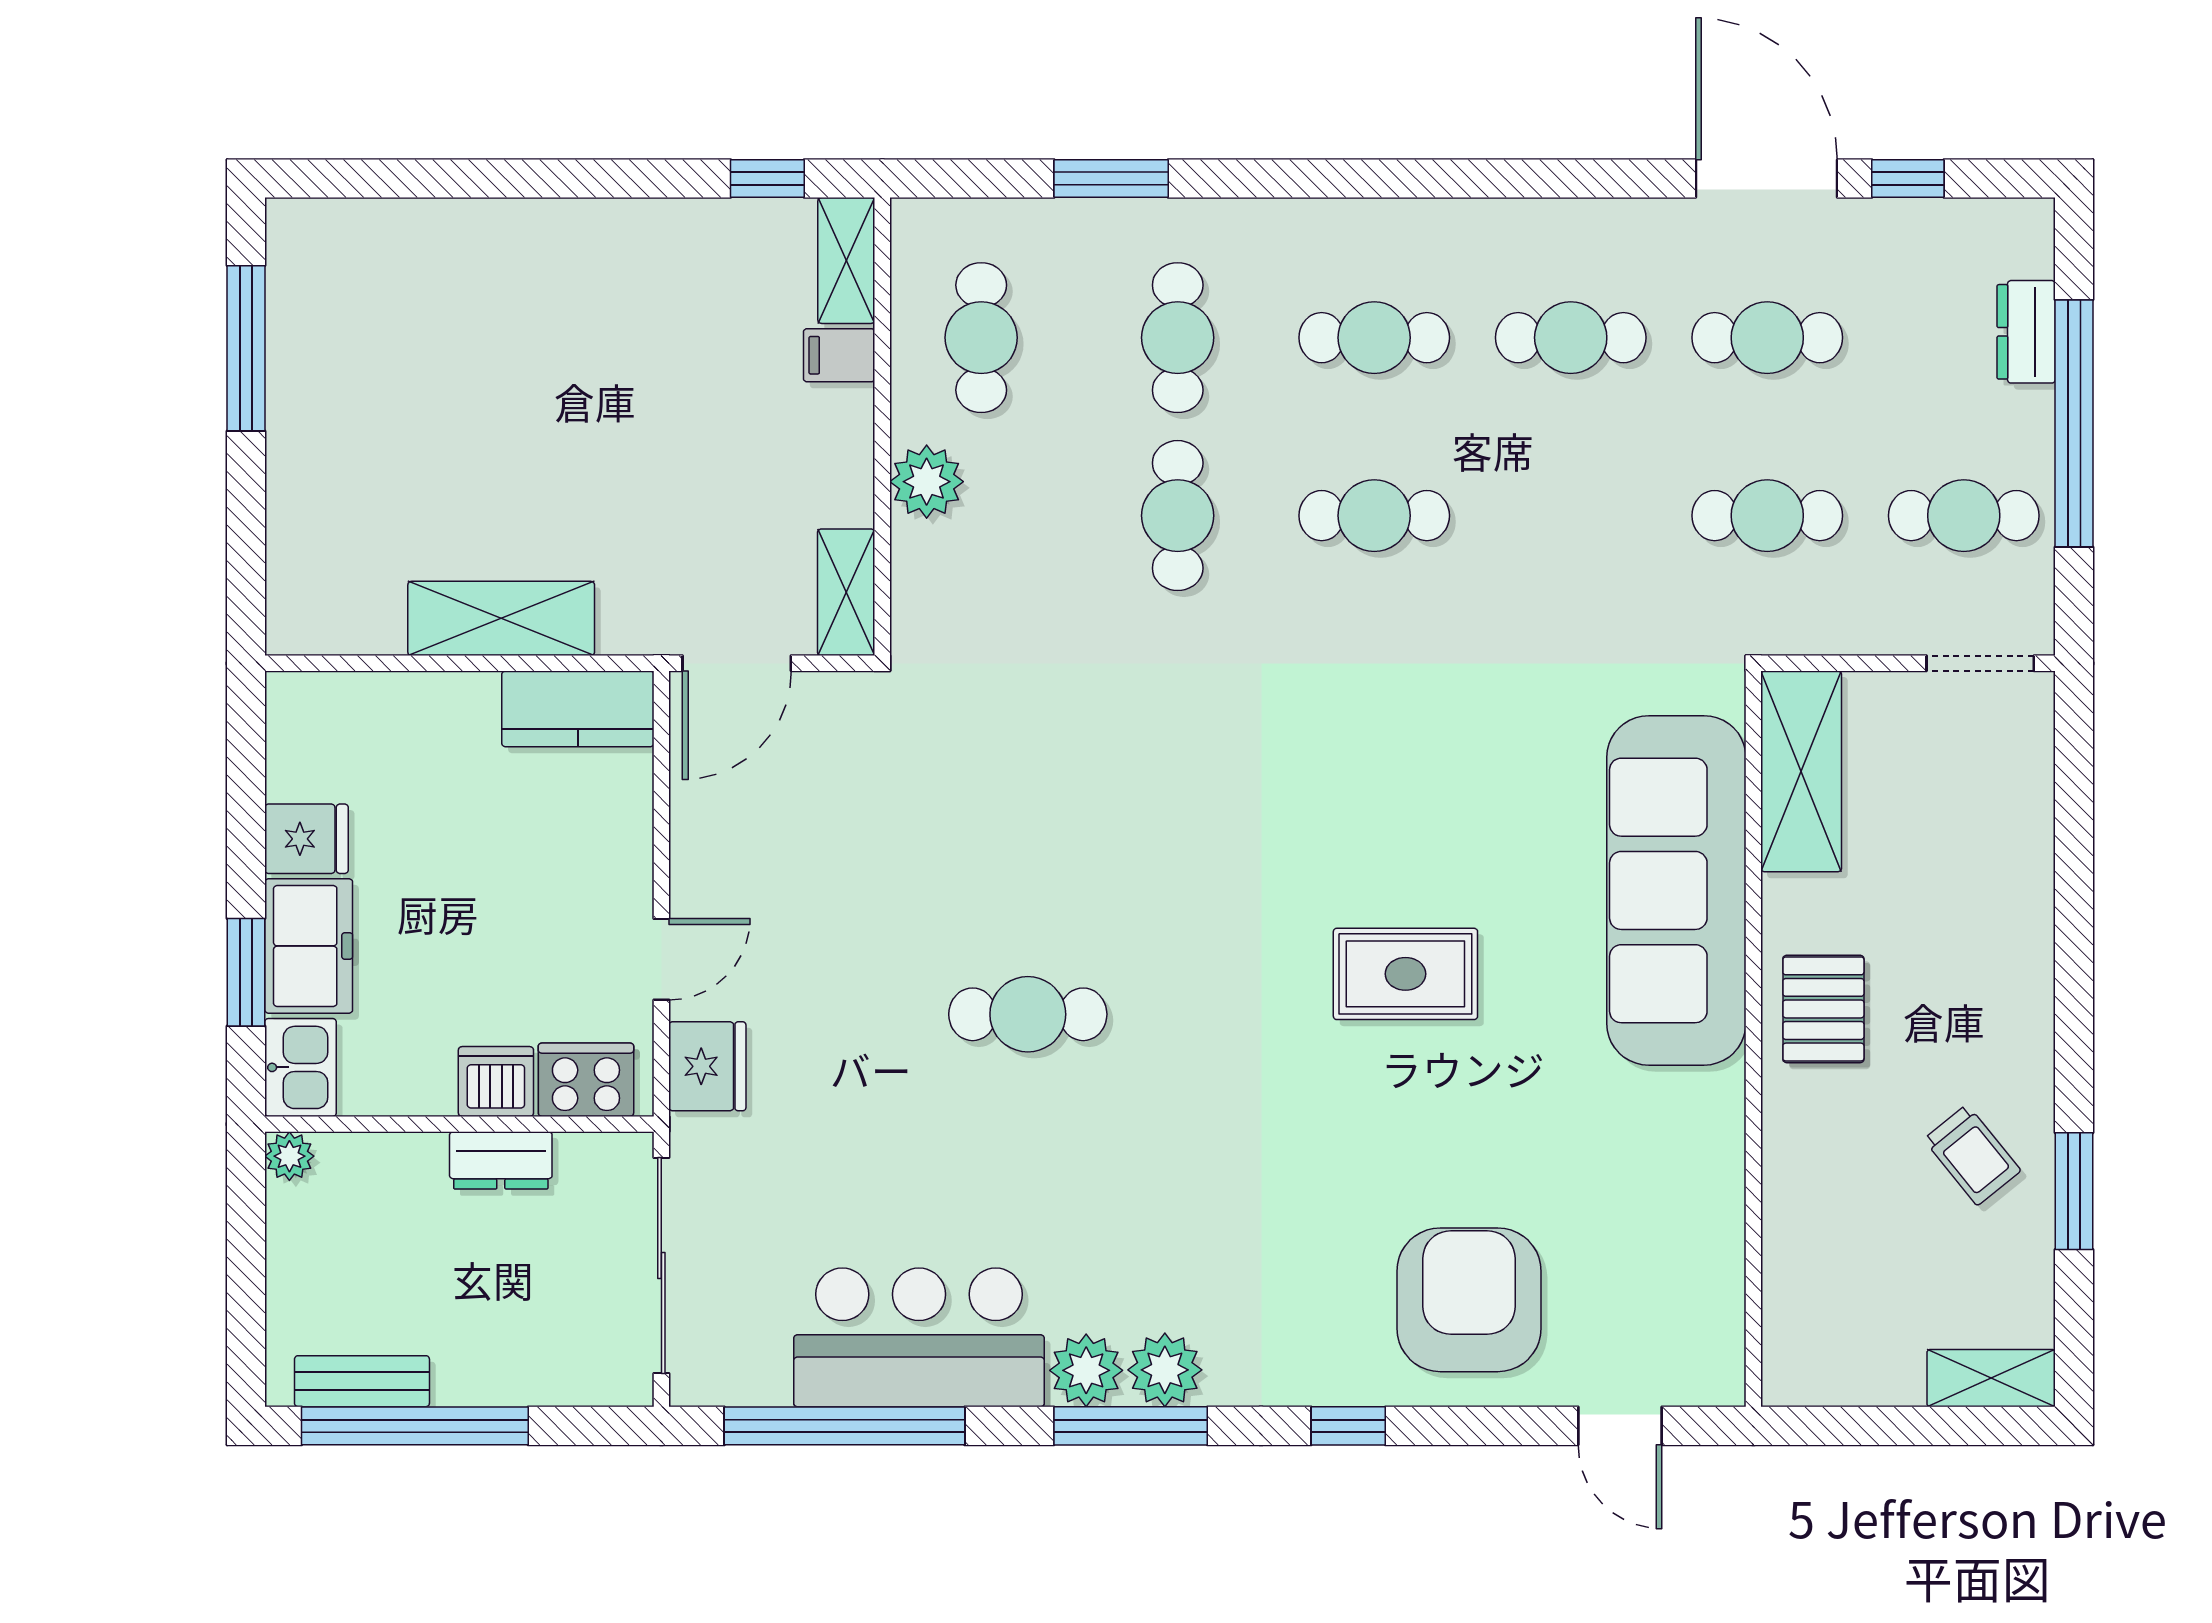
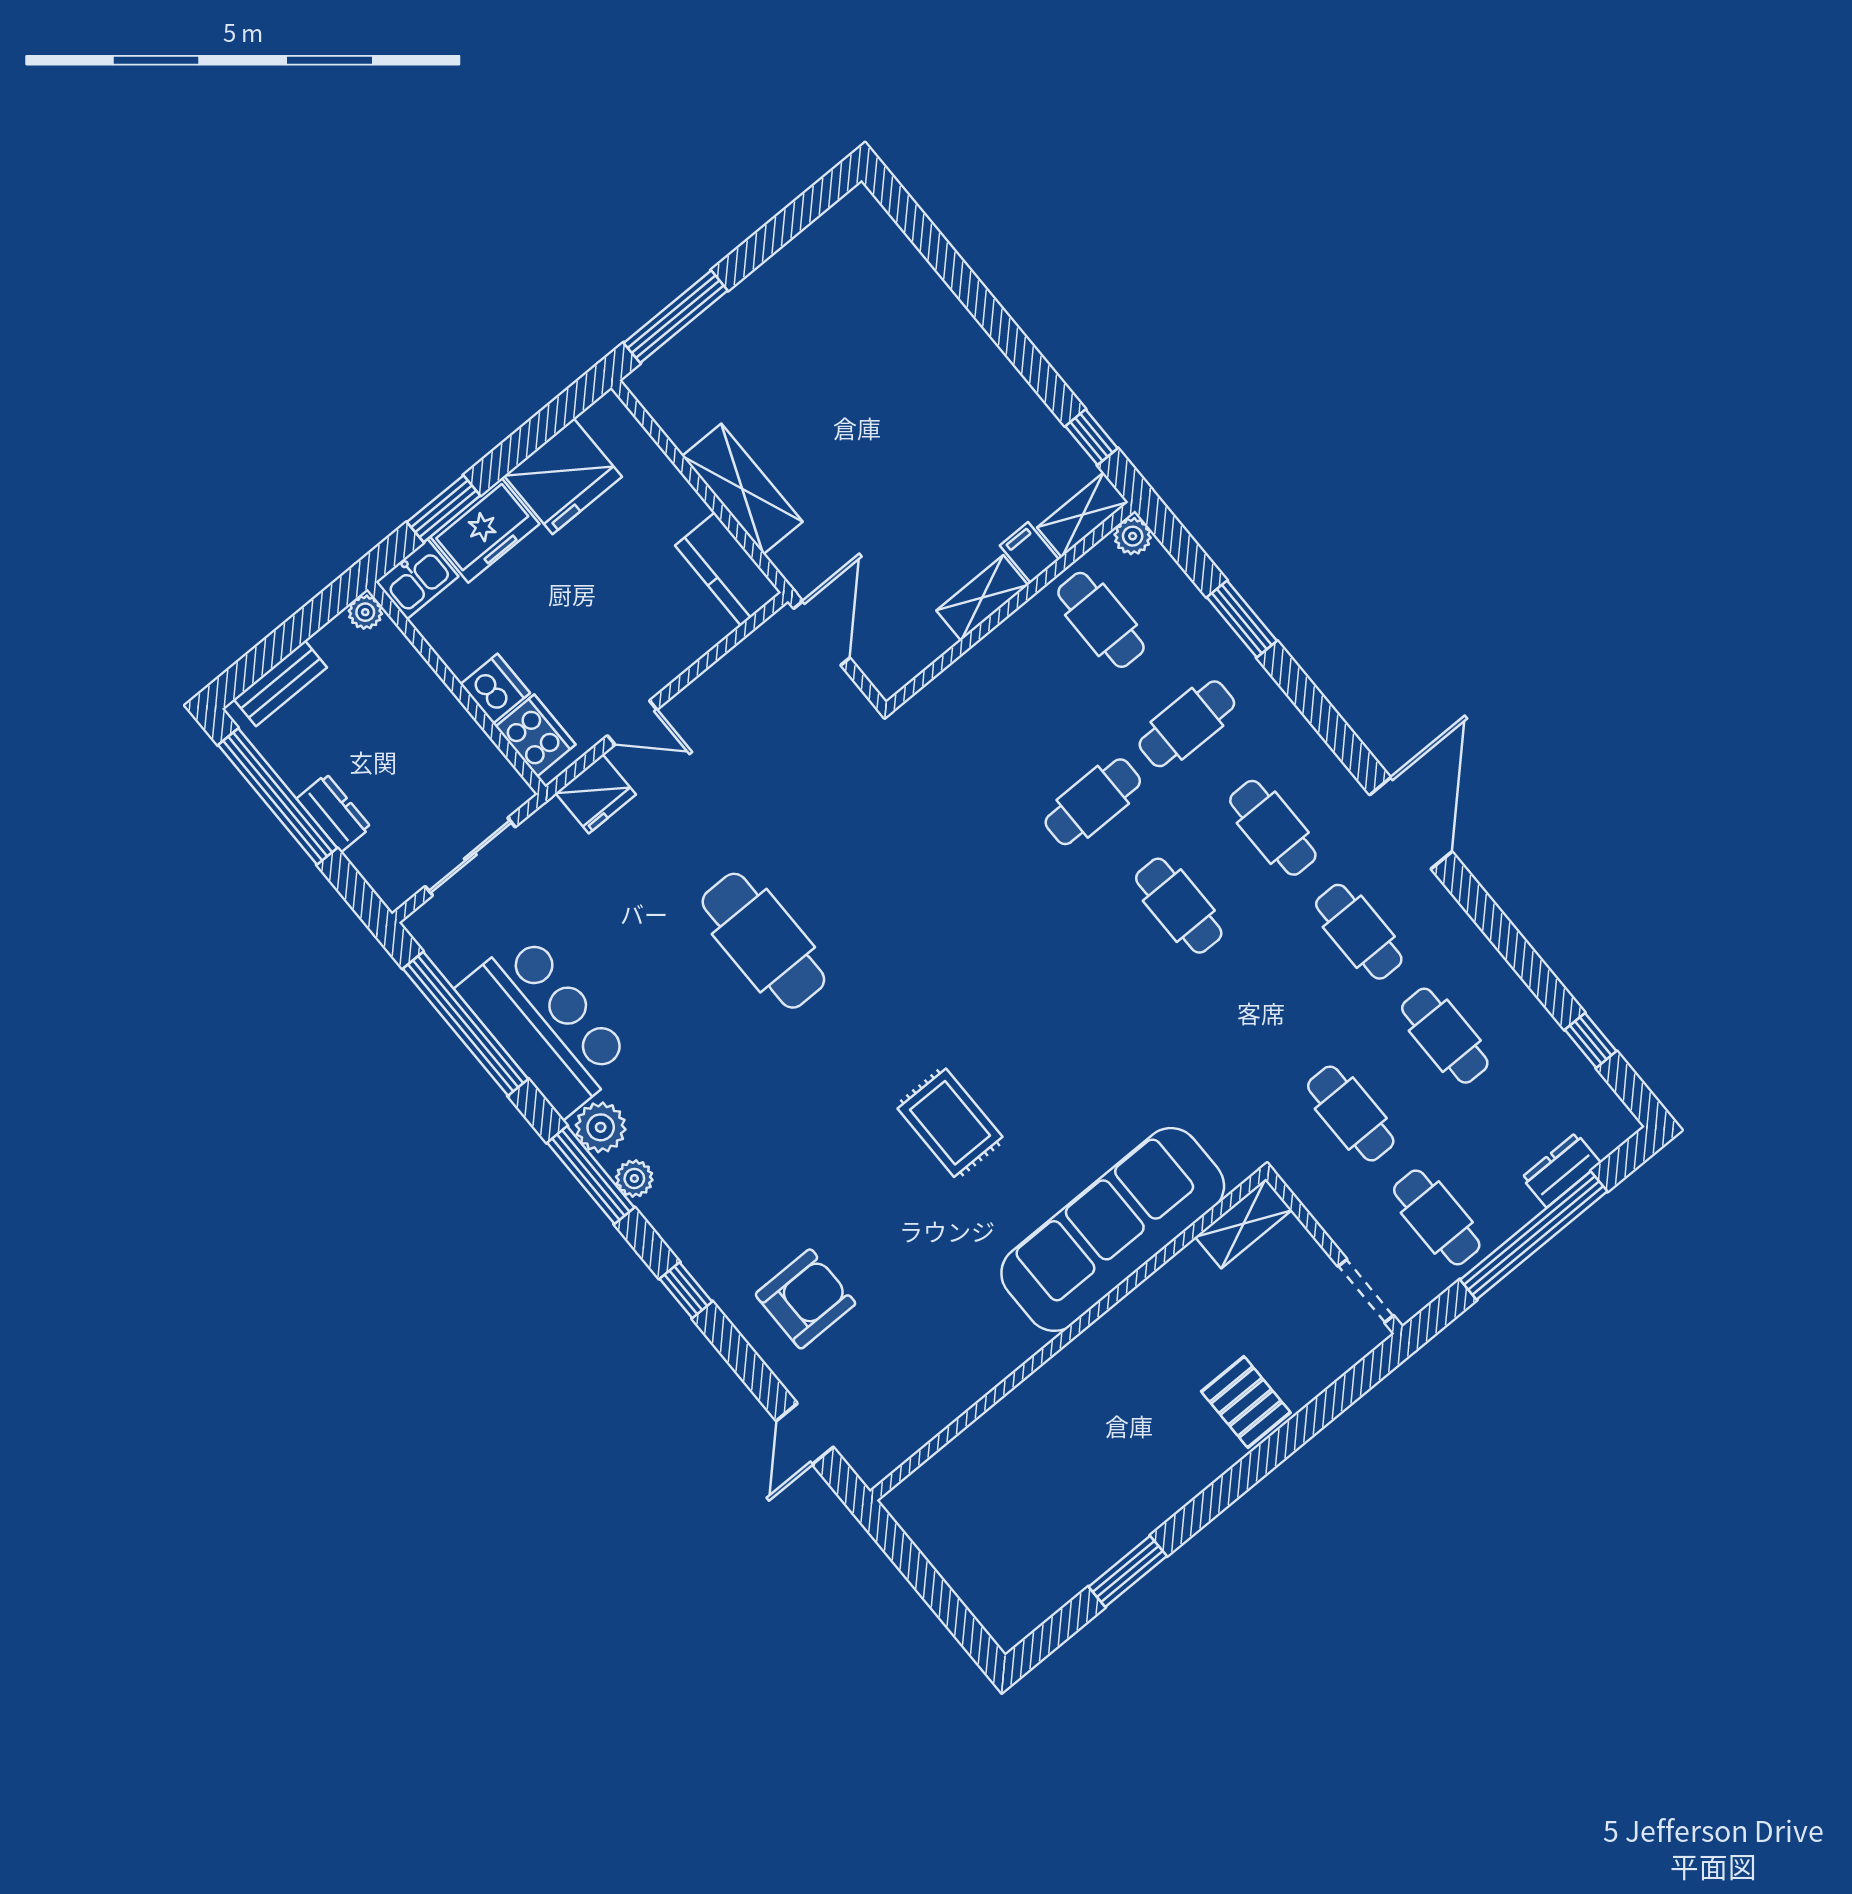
door: (1766, 179) -> (1411, 823), moved
cafe table: (981, 338) -> (1101, 620), turned 90
window: (246, 348) -> (676, 317), moved
plant: (927, 482) -> (1133, 536), moved, width x0.73, depth x0.73
shelving: (846, 592) -> (982, 598), moved
door: (737, 663) -> (822, 633), swing flipped
shelving: (1801, 771) -> (1244, 1223), width x0.67, depth x0.75
fridge: (307, 839) -> (563, 476), width x1.88, depth x1.34
pallet: (1823, 1009) -> (1246, 1402), moved, turned 90
cafe table: (1028, 1014) -> (763, 941), width x1.37, depth x1.35
trolley: (1972, 1155) -> (1102, 1502), removed
dresser: (501, 1160) -> (334, 813), moved, turned 180
sliding door: (661, 1265) -> (470, 857), width x0.73
armchair: (1469, 1300) -> (805, 1299), width x0.73, depth x0.73
plant: (1165, 1370) -> (634, 1178), width x0.73, depth x0.73
shelving: (1991, 1378) -> (992, 1609), removed
bench: (362, 1381) -> (280, 683), moved, turned 90

